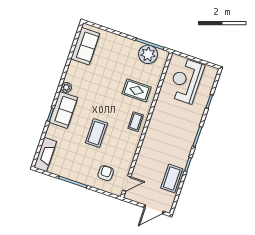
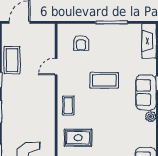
coffee table: (96, 133) -> (104, 80), turned 90
door: (127, 184) -> (56, 67), moved

